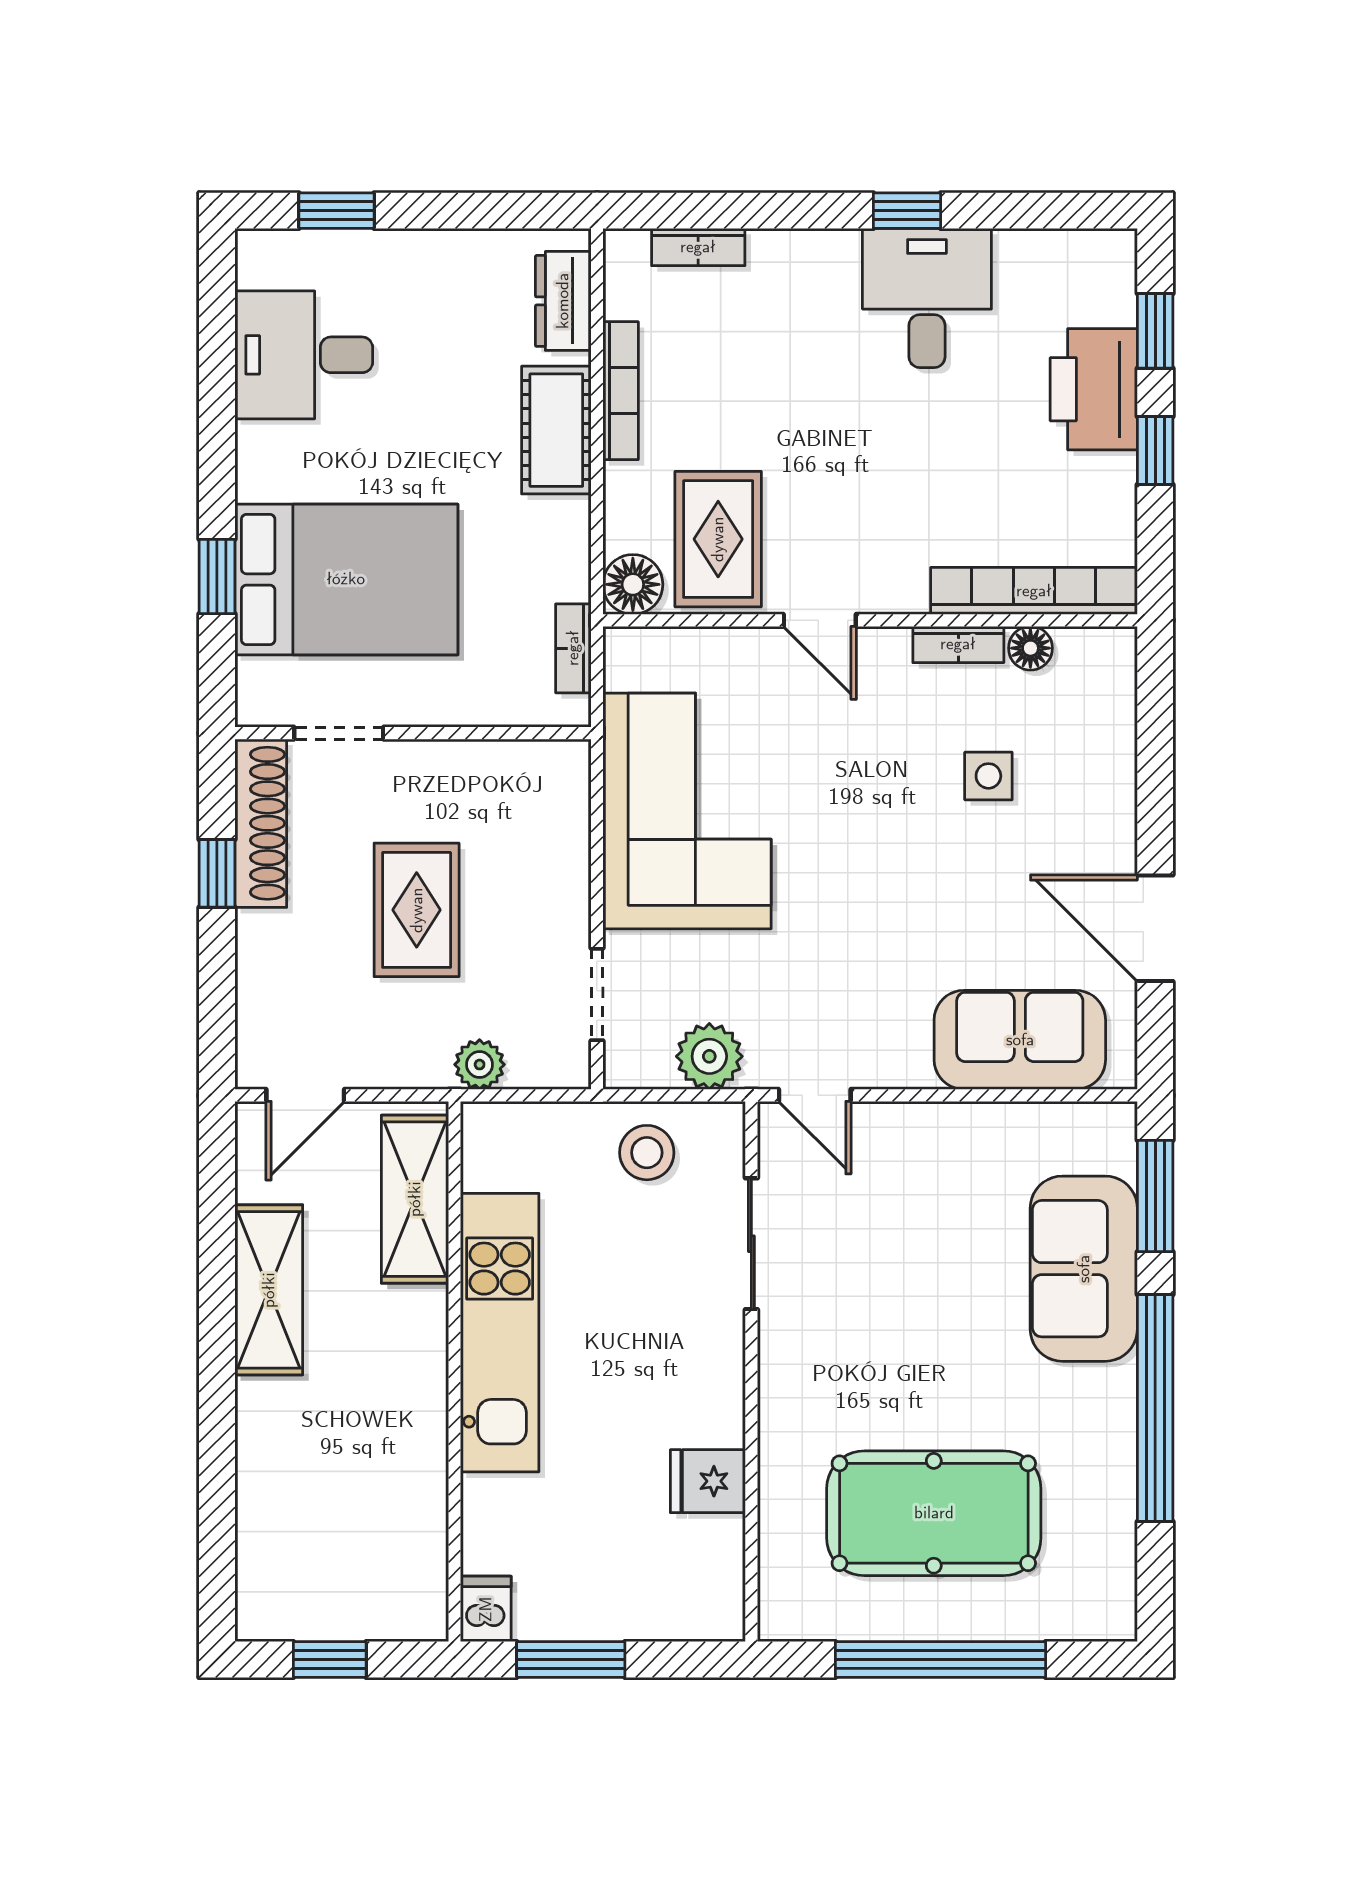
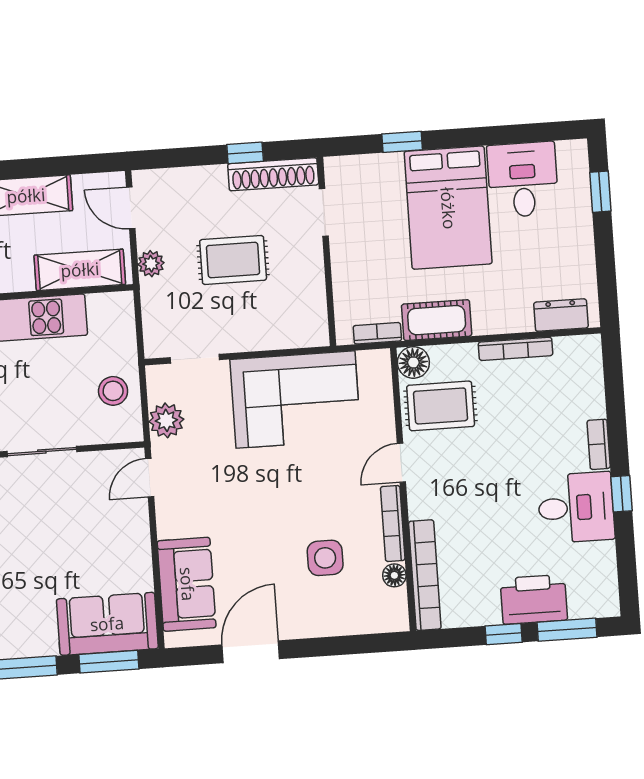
bookcase: (698, 247) -> (599, 444), moved
window: (1155, 331) -> (567, 630), width x1.50
cot: (556, 430) -> (437, 320), moved
bed: (346, 579) -> (448, 208), moved
bookcase: (958, 644) -> (393, 523), width x1.56
side table: (988, 776) -> (325, 558), width x1.37, depth x1.37
plant: (480, 1065) -> (151, 264), moved
sliding door: (751, 1244) -> (42, 452), moved
sofa: (1084, 1269) -> (107, 624), moved

